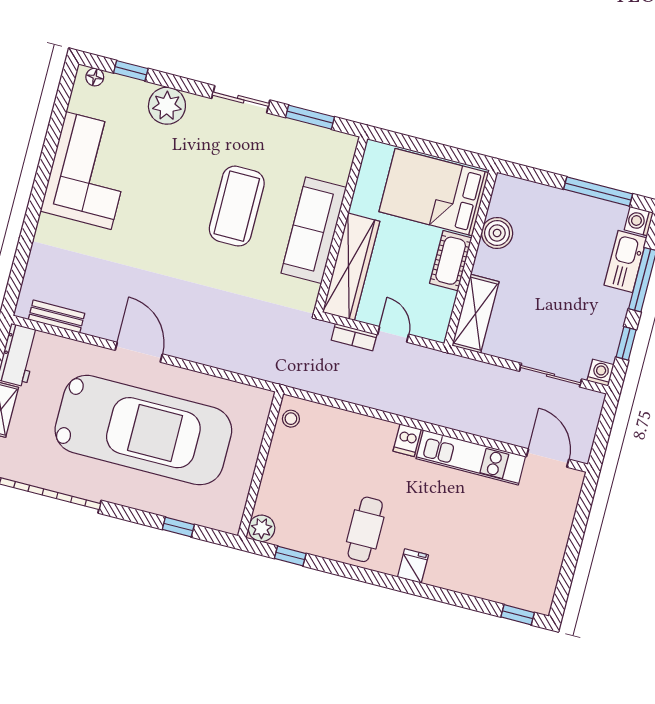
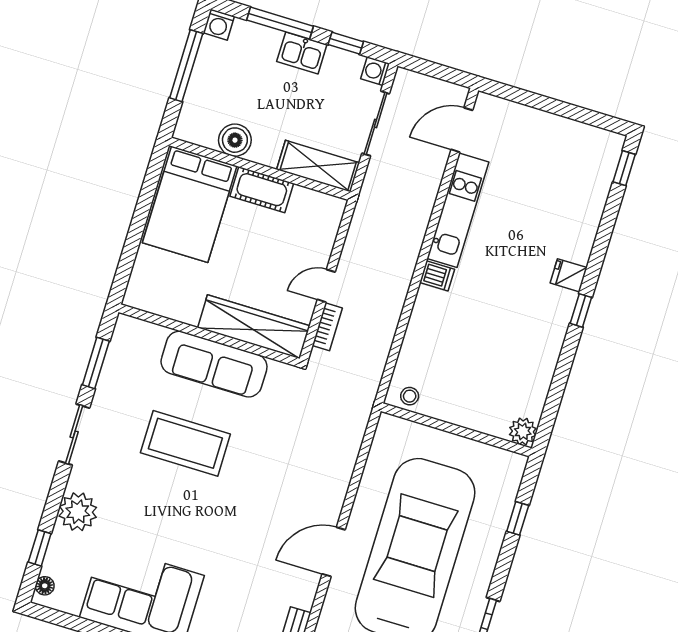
bed: (434, 192) -> (190, 204), moved
boiler: (497, 233) -> (235, 140), moved
wall: (471, 258) -> (260, 169), moved
cot: (451, 261) -> (262, 190), moved
kitchen sink: (625, 261) -> (302, 53), moved, width x0.73
shelving: (475, 314) -> (318, 166), moved
cafe table: (365, 529) -> (528, 323), removed
window: (290, 556) -> (581, 310), moved

